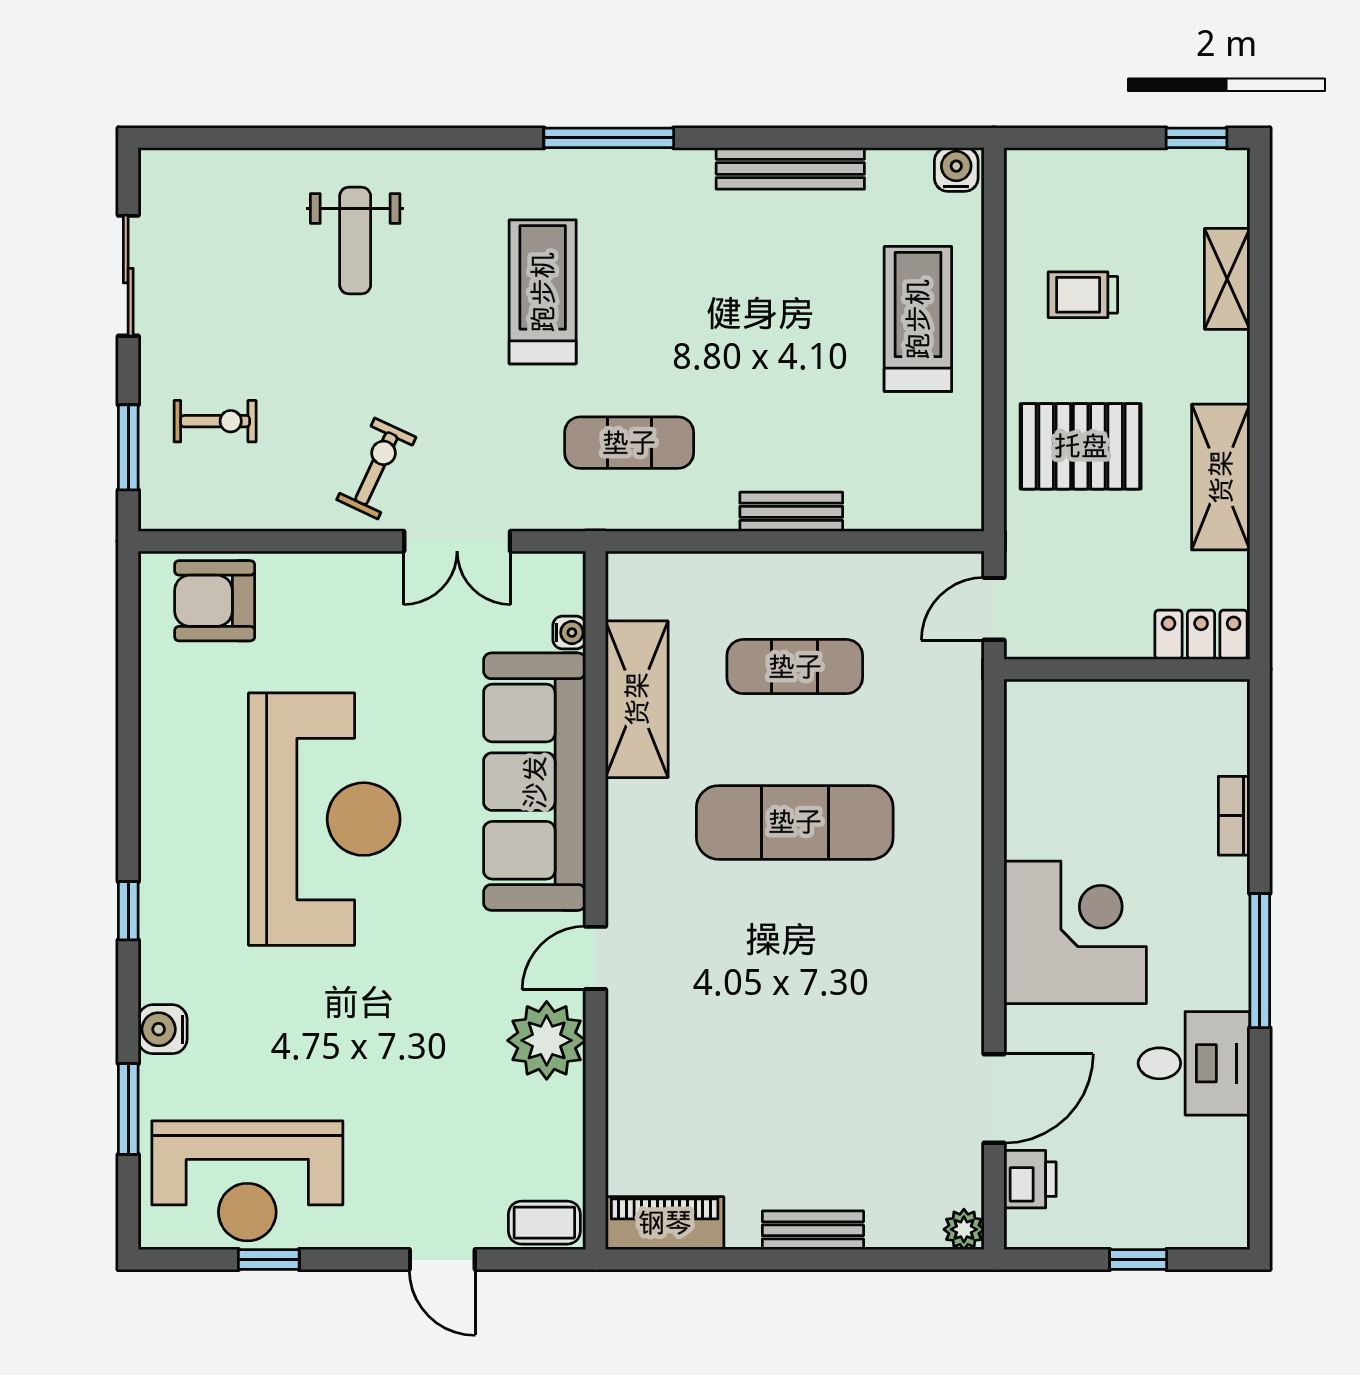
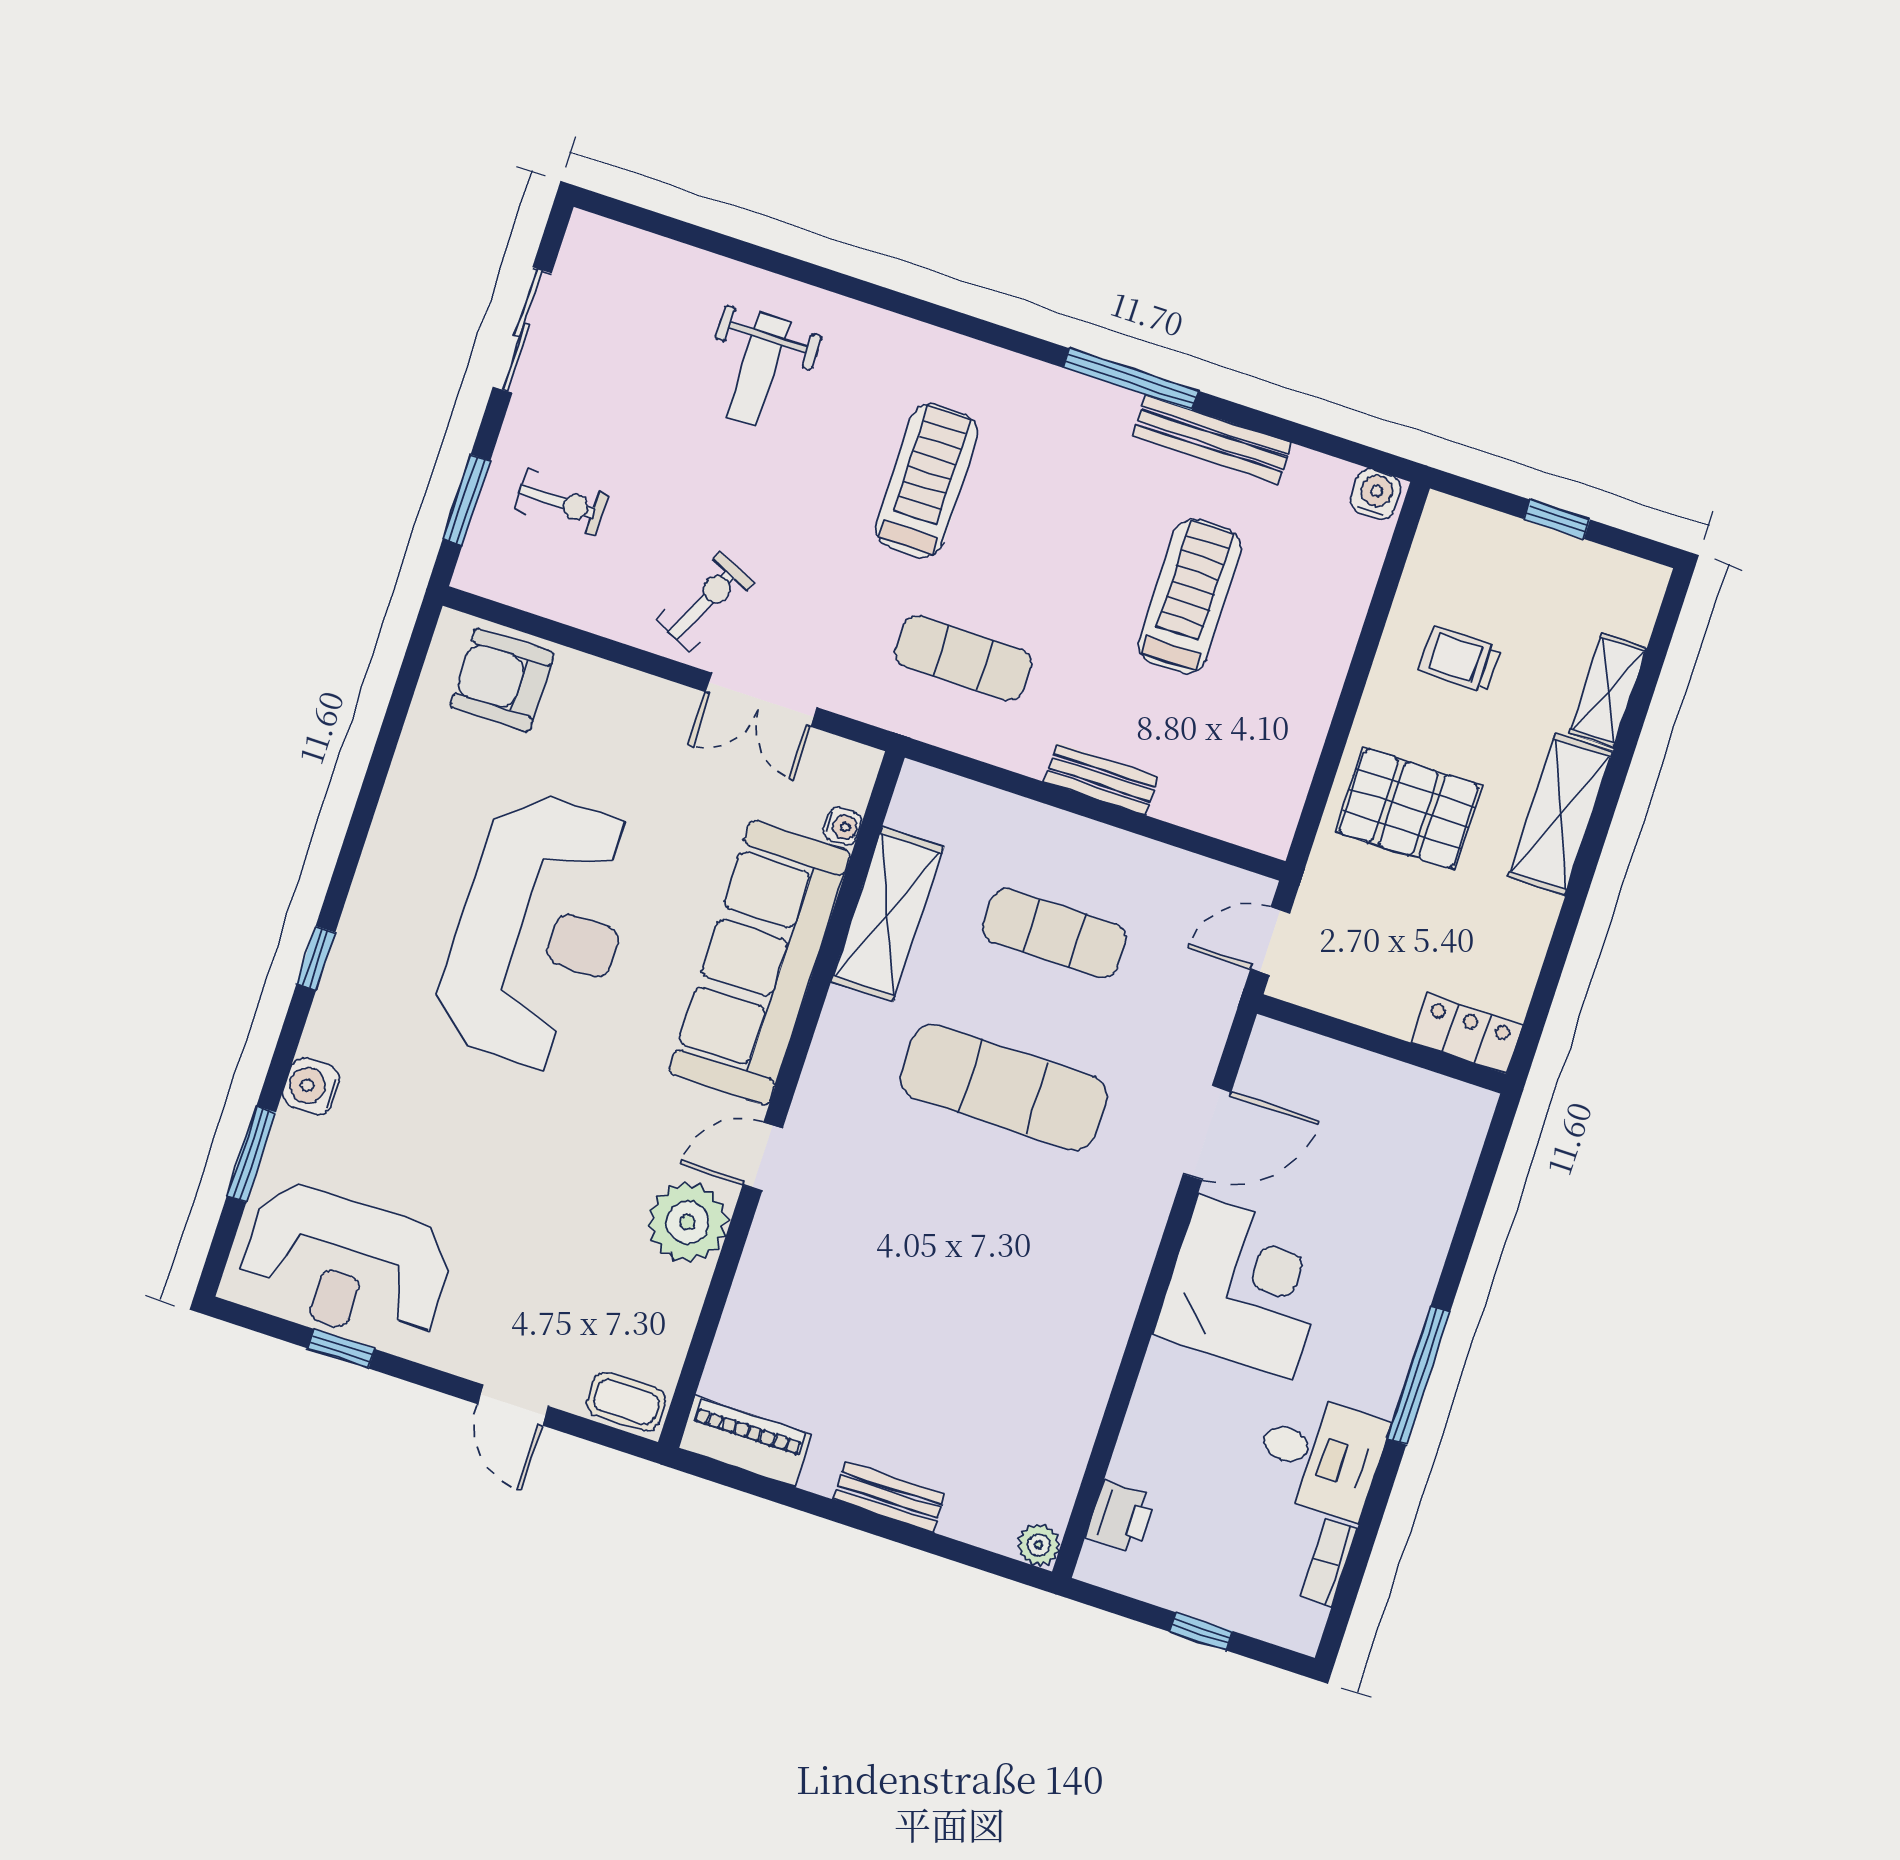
window: (609, 138) -> (1131, 379), moved
window: (1197, 138) -> (1557, 519), moved
treadmill: (918, 319) -> (1190, 596), moved
shelving: (1221, 477) -> (1560, 814), moved
bookcase: (1234, 816) -> (1329, 1563), moved
door: (994, 1099) -> (1207, 1133), moved

